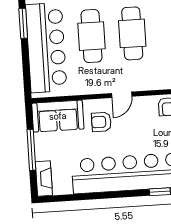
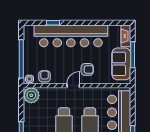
sofa: (58, 116) -> (121, 64), moved, turned -90

